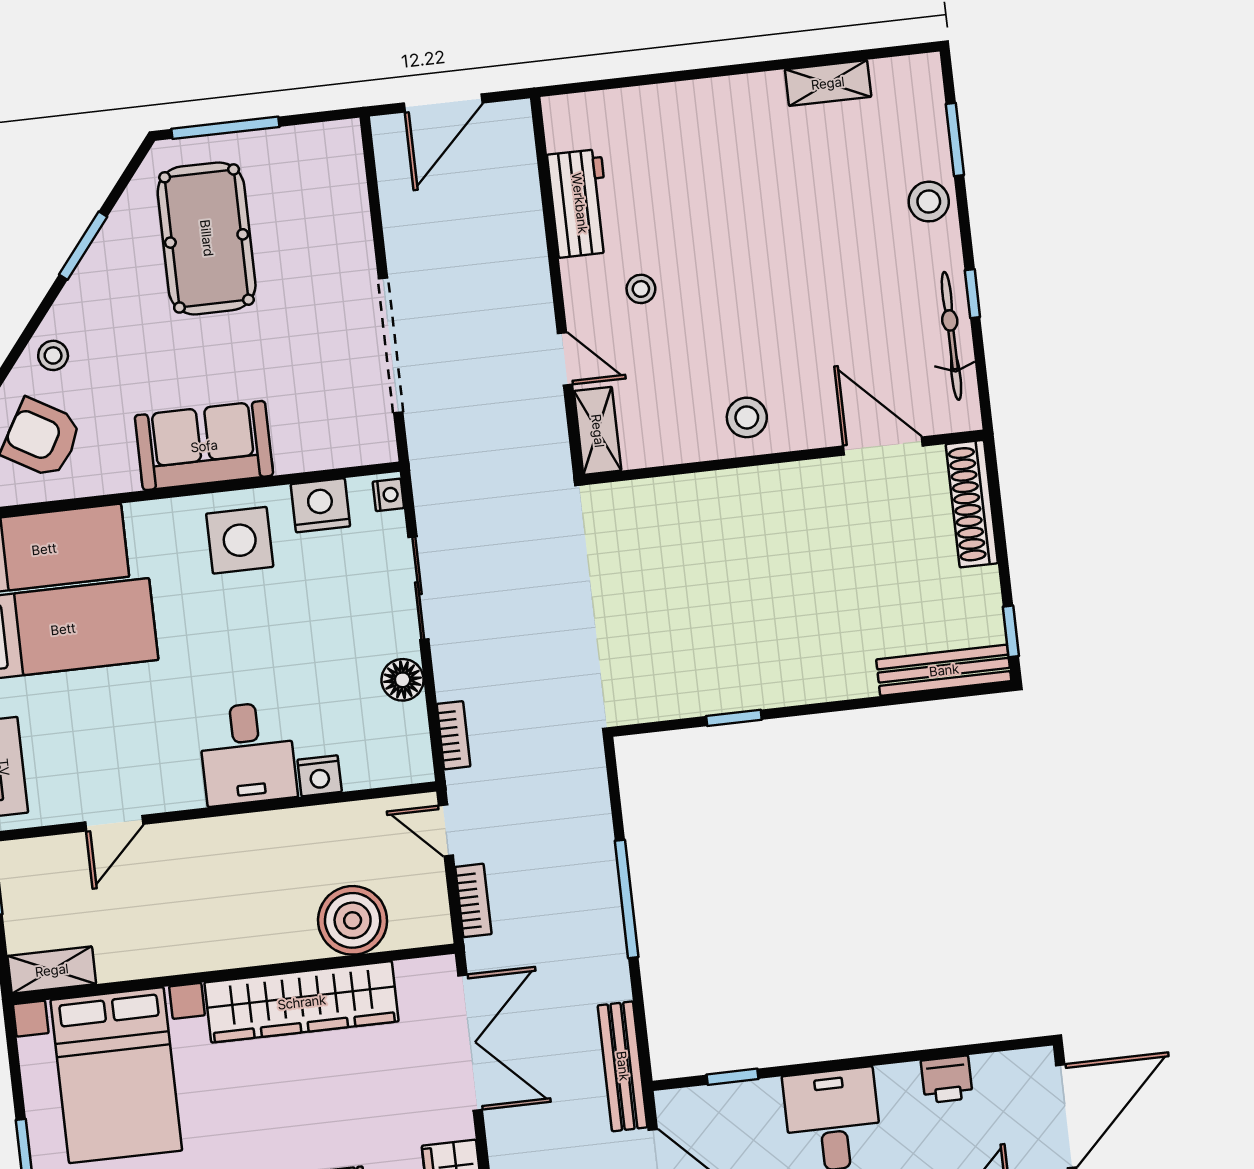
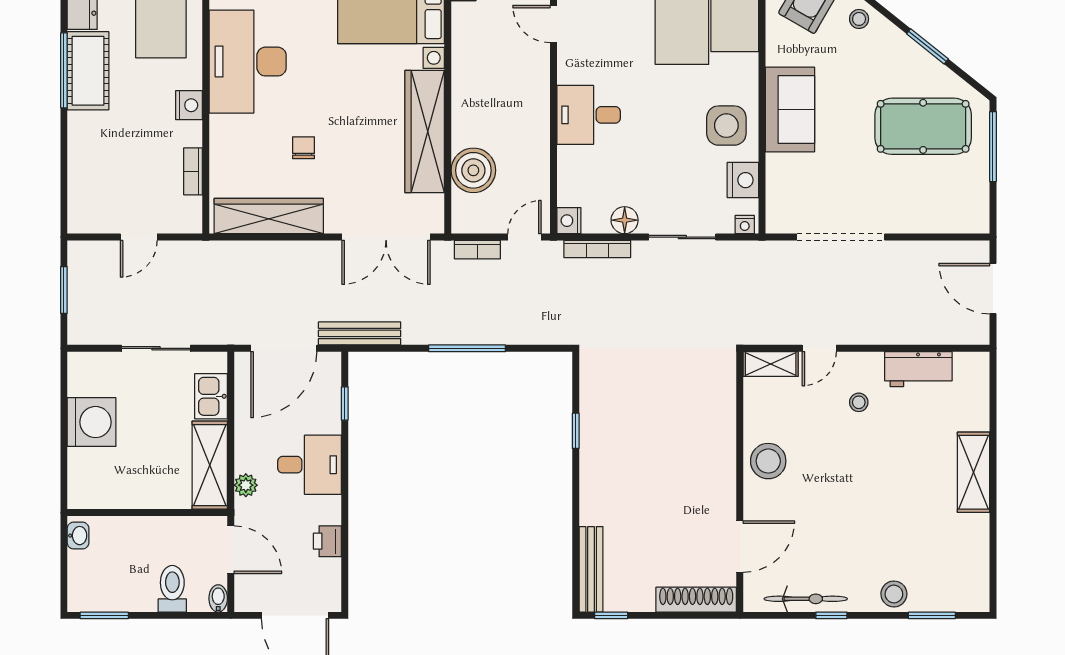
shelving: (828, 83) -> (974, 472), moved, width x1.50, depth x1.33
stool: (747, 417) -> (768, 461), width x1.38, depth x1.38
bookcase: (454, 735) -> (597, 249), width x1.56
nightstand: (320, 776) -> (569, 221), moved

